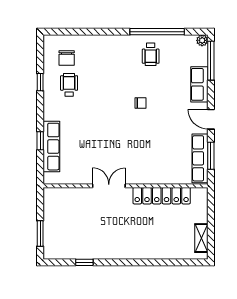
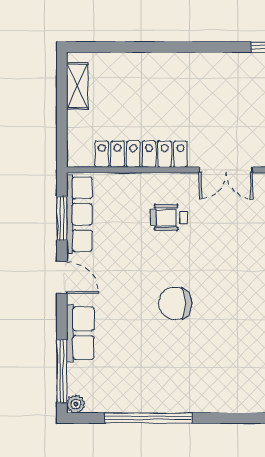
wheelchair: (151, 54) -> (169, 217), moved, turned -90
chair: (140, 103) -> (175, 303), width x1.87, depth x1.87

